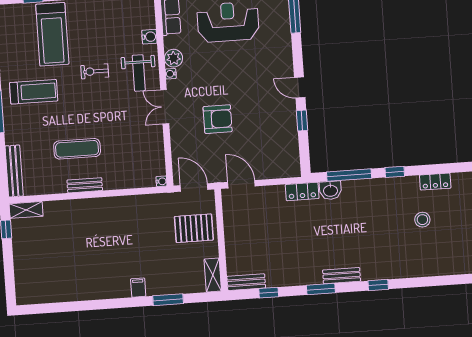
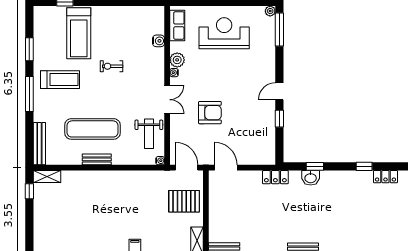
weight bench: (139, 73) -> (149, 134), moved
door: (300, 87) -> (279, 91), hinge flipped
double door: (165, 107) -> (167, 100), swing flipped
exercise mat: (77, 149) -> (92, 129), width x1.36, depth x1.45
window: (395, 172) -> (364, 166), moved
window: (349, 175) -> (315, 166), width x0.46
washbasin: (330, 190) -> (311, 178), moved
stool: (422, 220) -> (373, 207), removed

